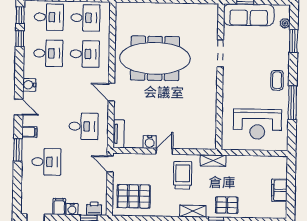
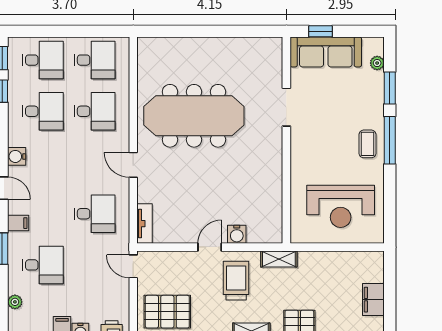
window: (292, 103) -> (390, 140), moved
water cooler: (150, 142) -> (237, 234), moved
plant: (26, 188) -> (15, 302), added

